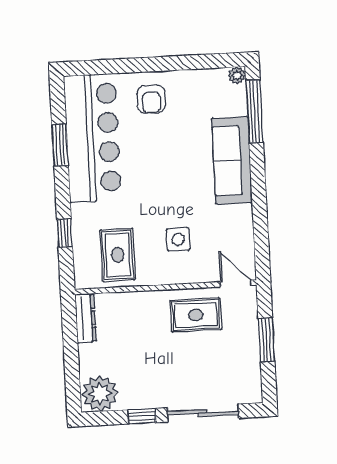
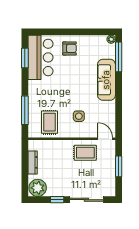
armchair: (151, 99) -> (70, 48), turned -90
bar counter: (92, 138) -> (40, 57), width x0.73
window: (60, 145) -> (25, 58), moved
window: (65, 233) -> (25, 110), width x2.17
dresser: (86, 318) -> (33, 162), moved

